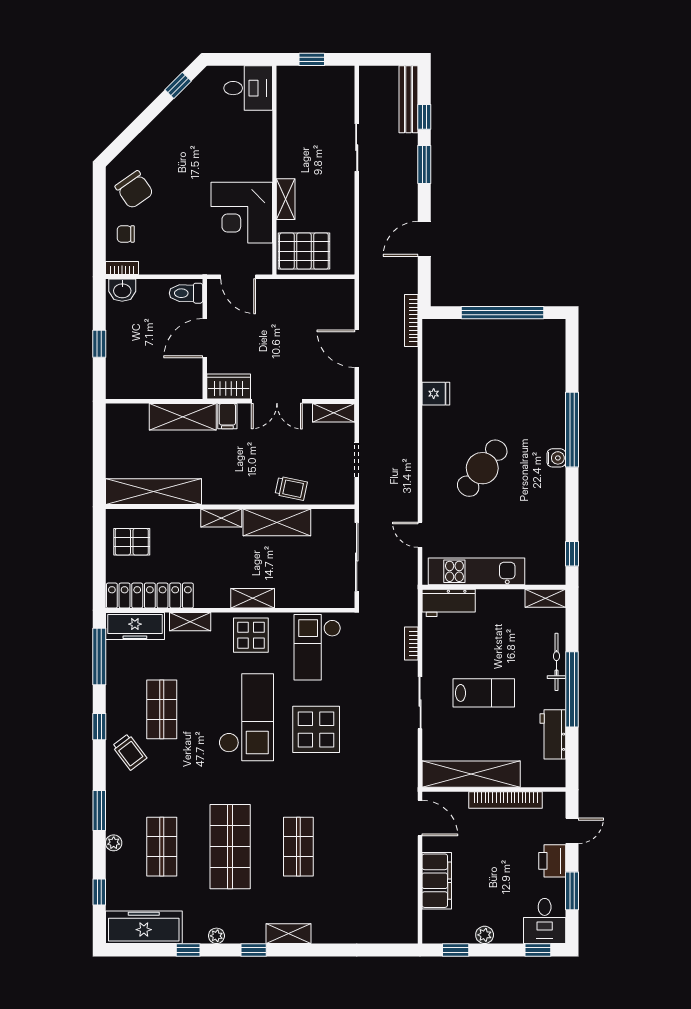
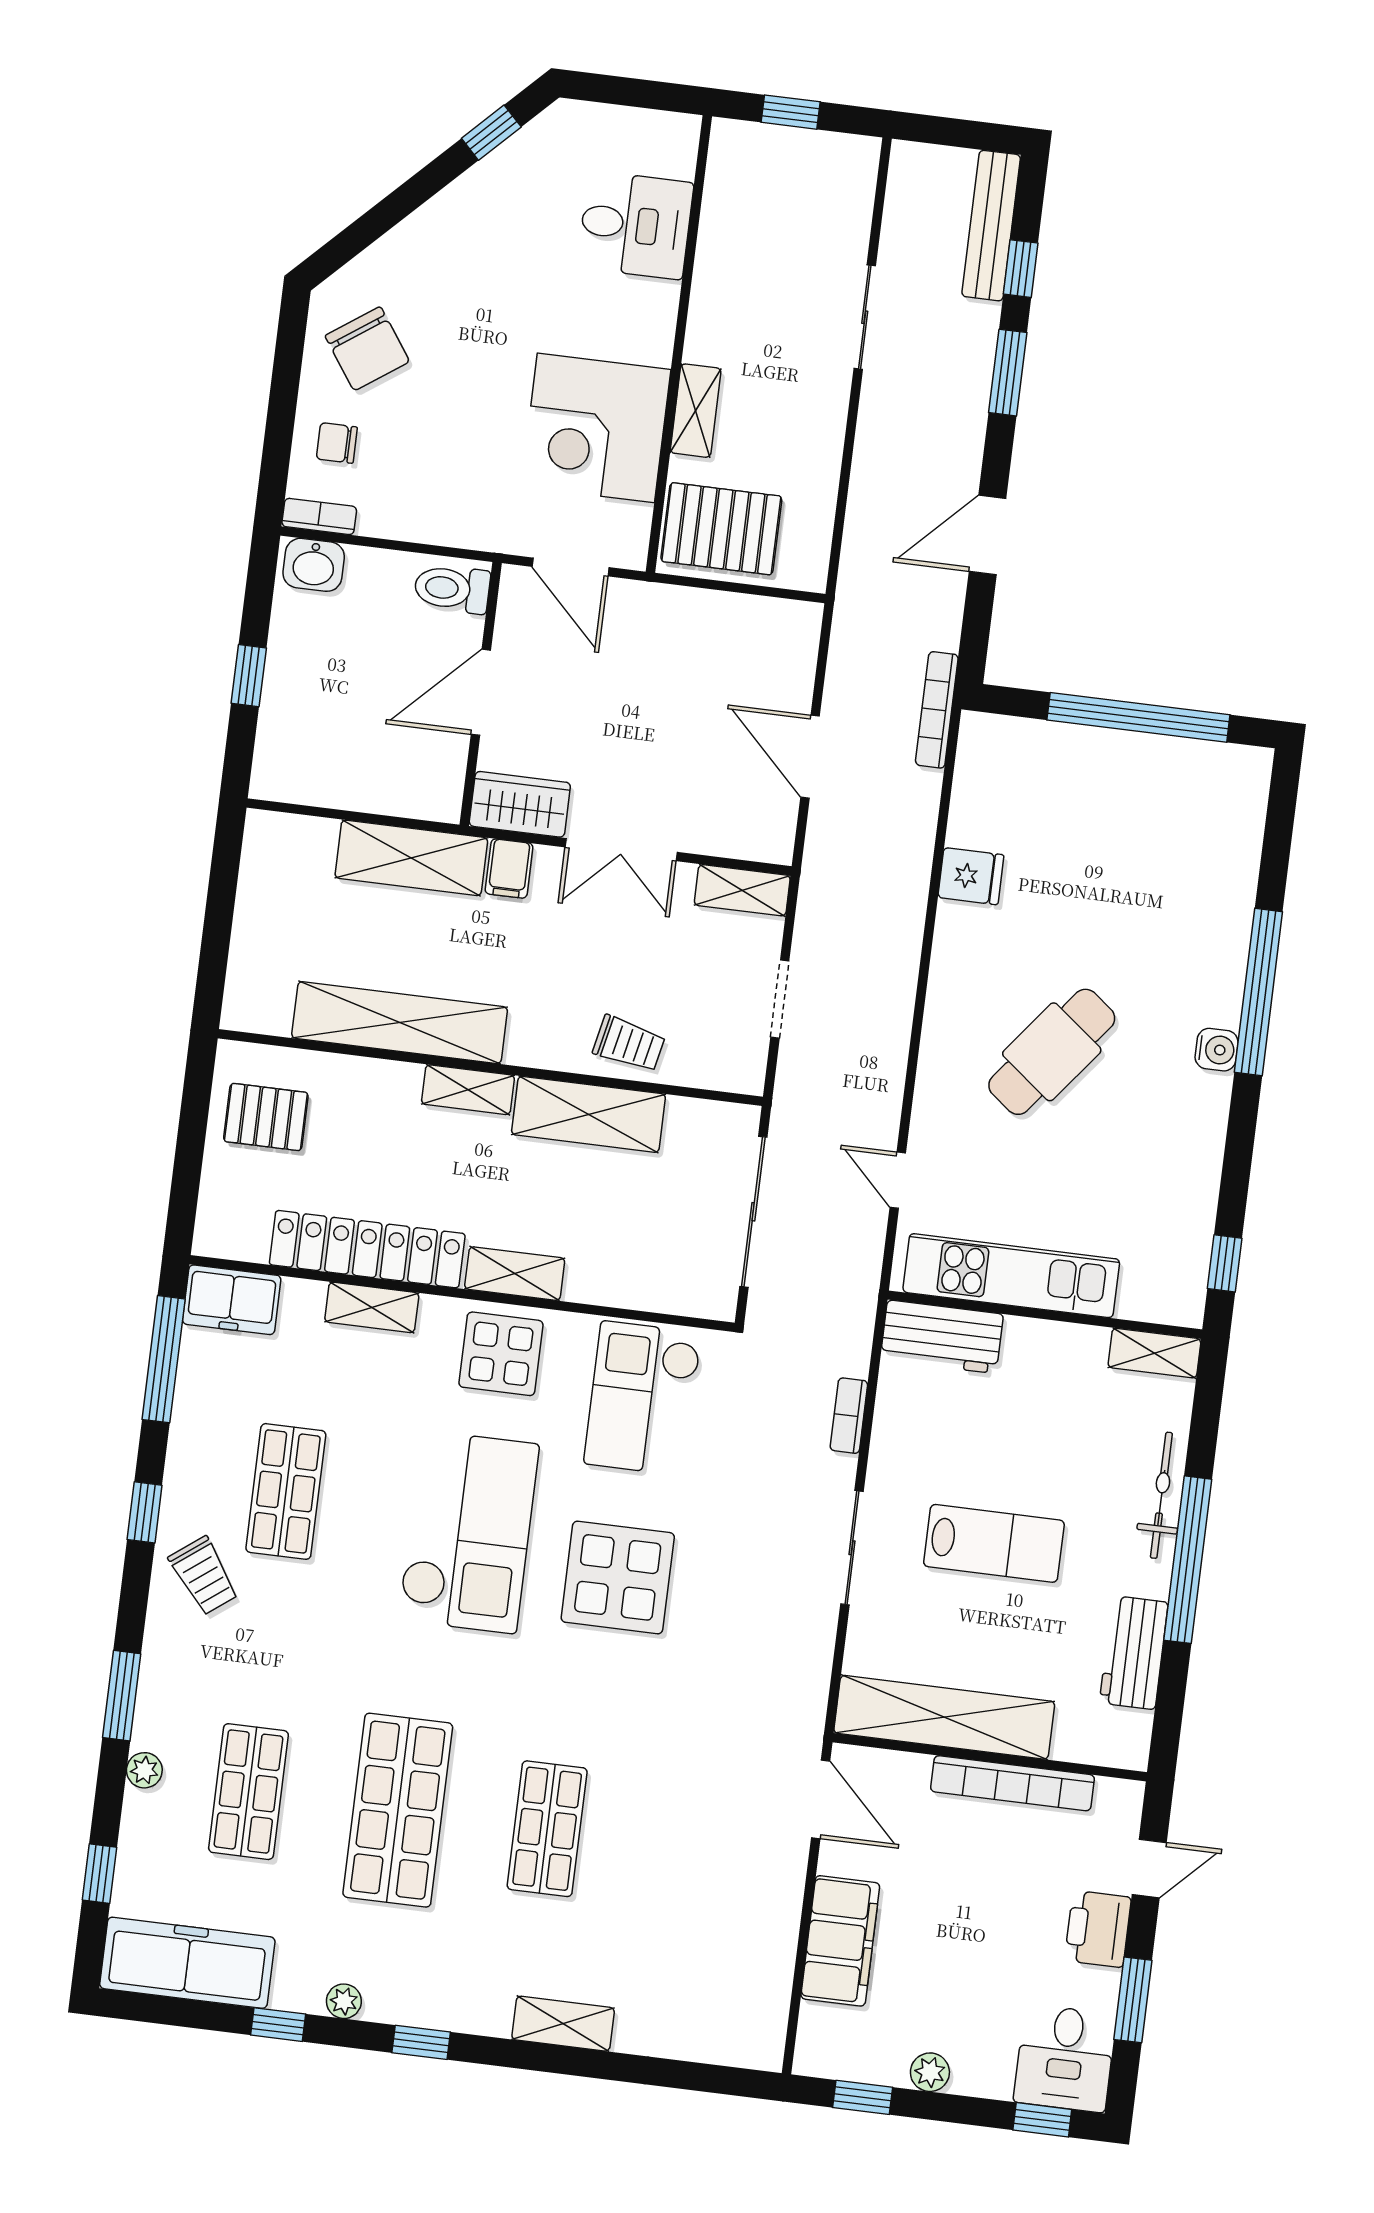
desk: (248, 88) -> (635, 225), moved
shelving: (153, 492) -> (400, 1023), moved
locker: (150, 596) -> (367, 1249), moved
freezer: (135, 626) -> (232, 1300), width x0.71
shelving: (289, 934) -> (563, 2024), moved

